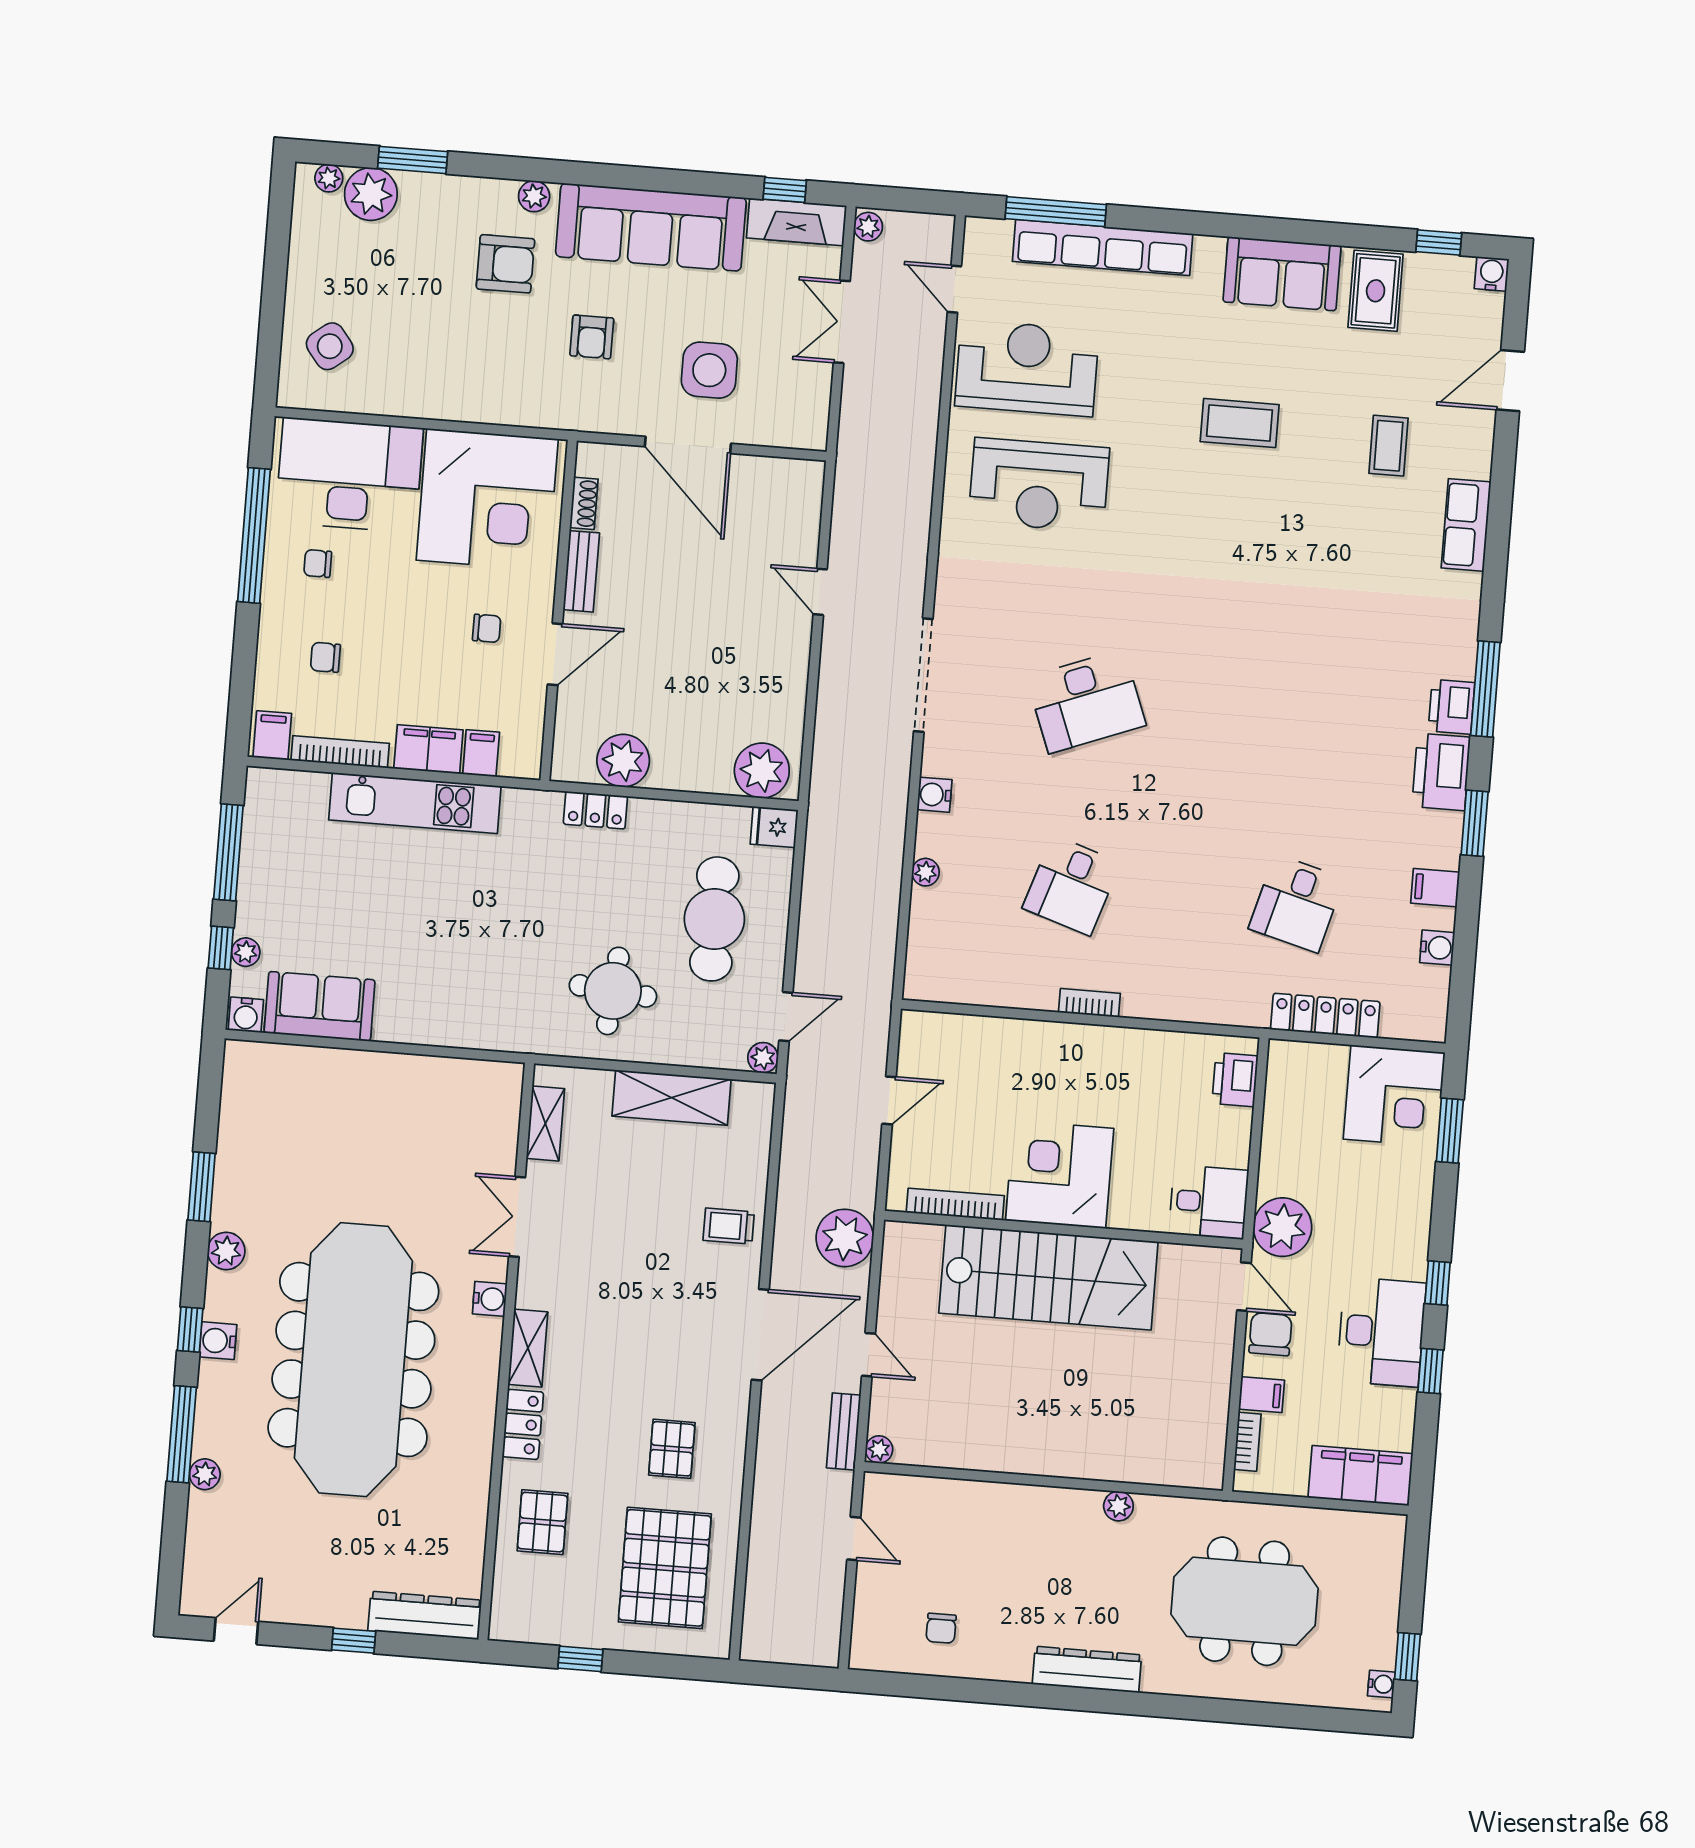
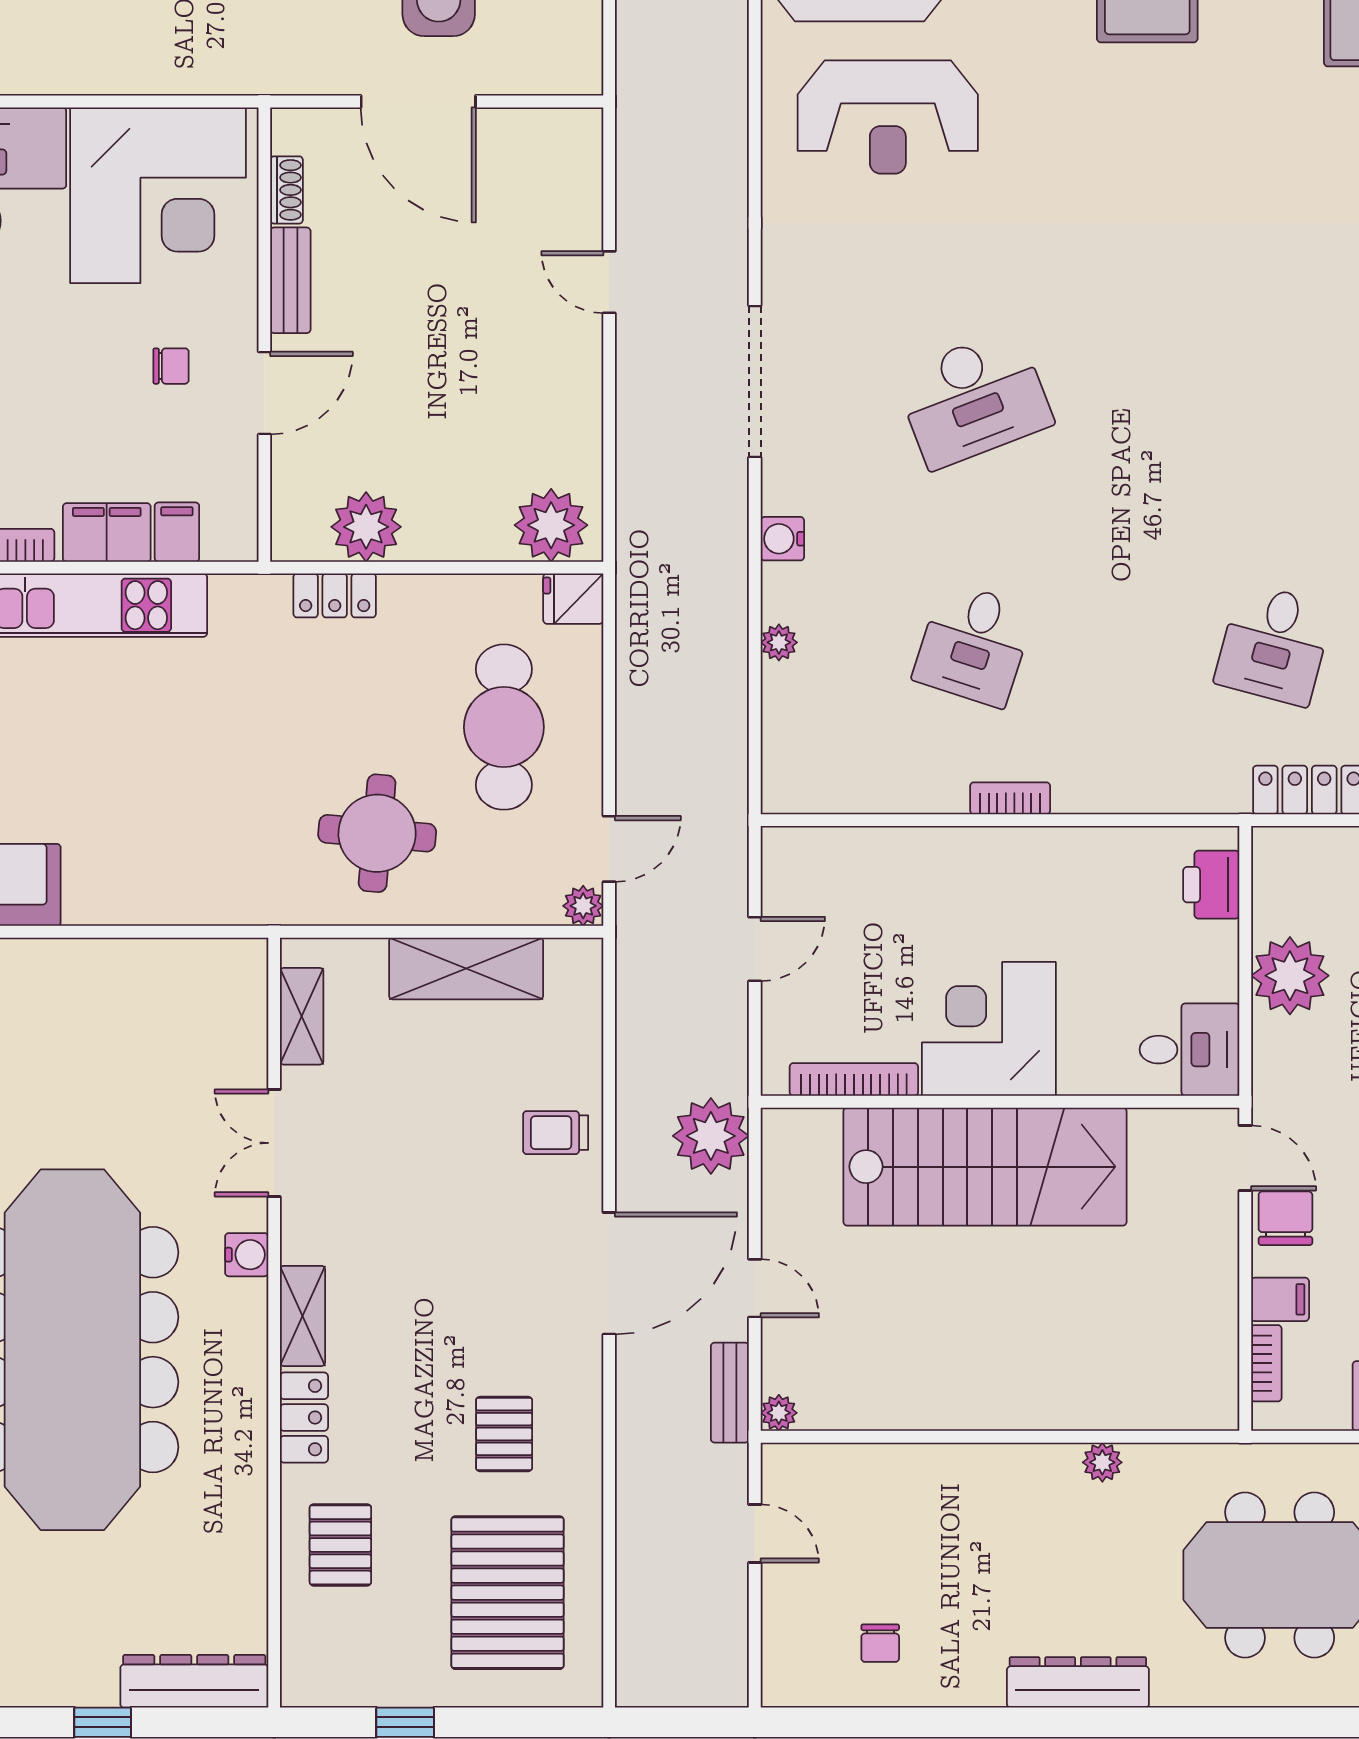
plant: (1282, 1227) -> (1290, 976), moved

